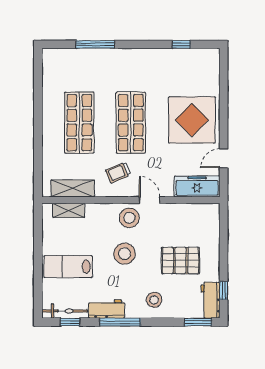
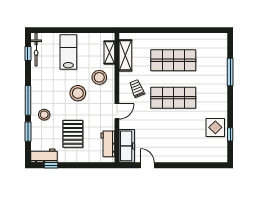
display table: (192, 120) -> (215, 127), moved, width x0.54, depth x0.54
stool: (129, 218) -> (99, 77), moved
workbench: (106, 309) -> (108, 144), moved, turned 180
window: (120, 322) -> (28, 100), moved
window: (198, 322) -> (28, 132), moved

